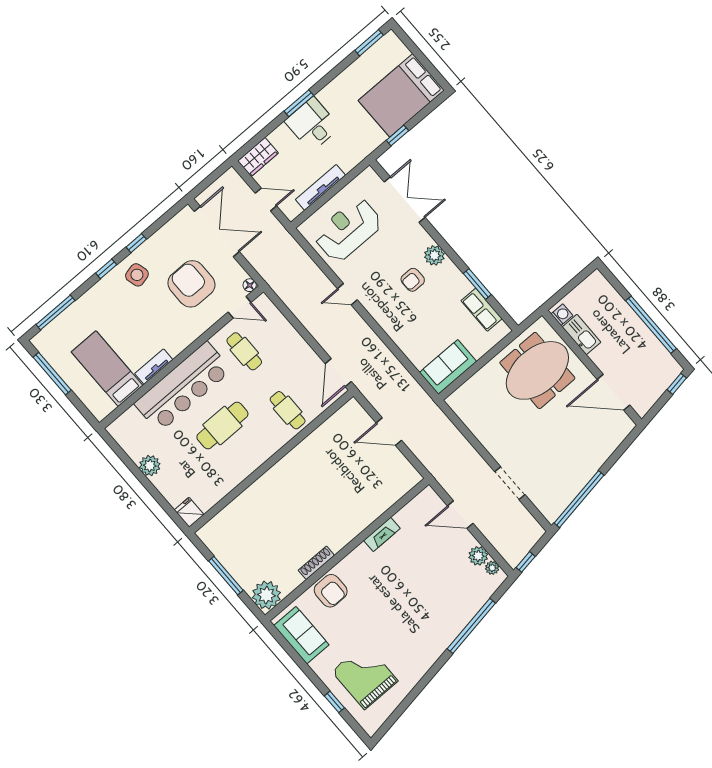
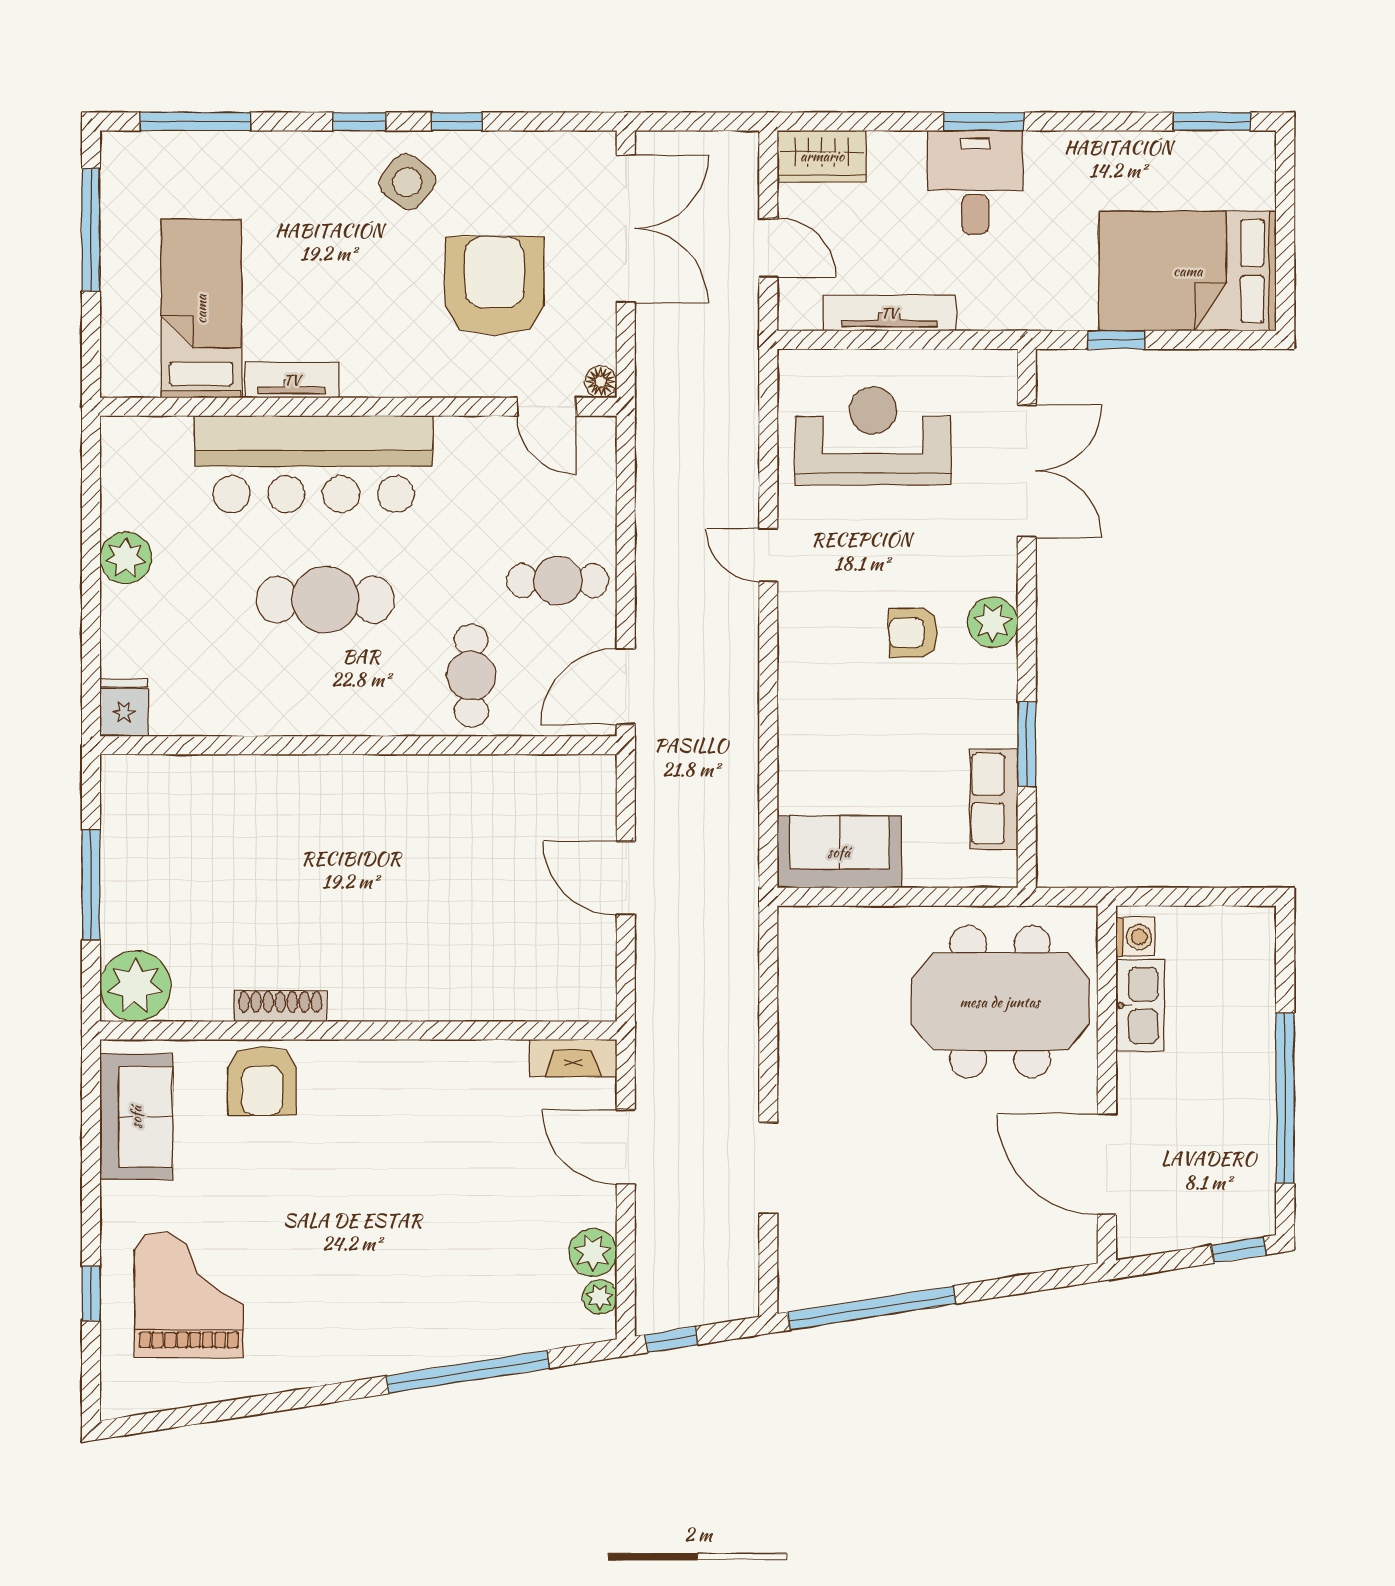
side table: (137, 275) -> (407, 182), turned -38
cafe table: (244, 351) -> (558, 581), moved, turned 90
fireplace: (382, 534) -> (573, 1058), moved

